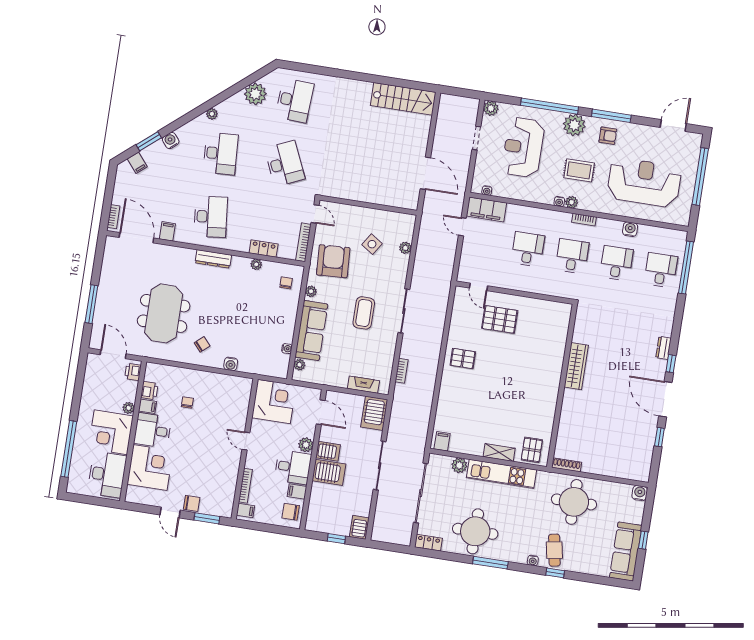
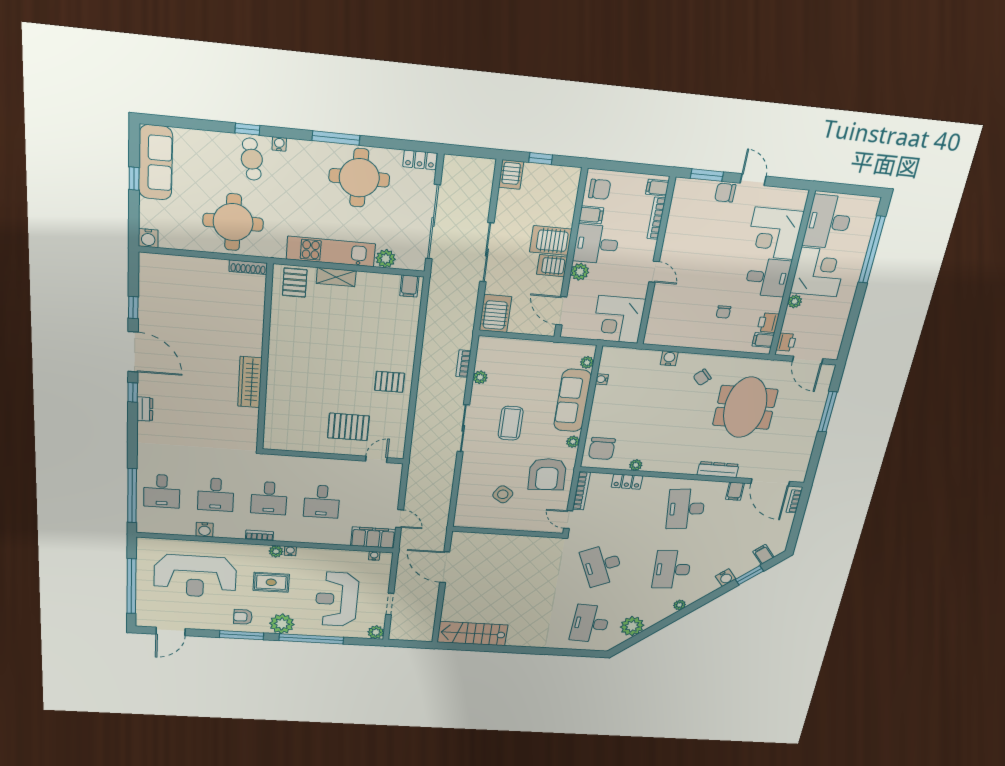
reception desk: (523, 147) -> (337, 599), turned 180
plant: (405, 248) -> (480, 377), moved
dresser: (213, 259) -> (718, 470), moved
chair: (286, 283) -> (602, 449), width x1.87, depth x1.87
door: (479, 287) -> (376, 459), hinge flipped
fireplace: (363, 385) -> (509, 345), removed
filing cabinet: (148, 406) -> (763, 340), moved

